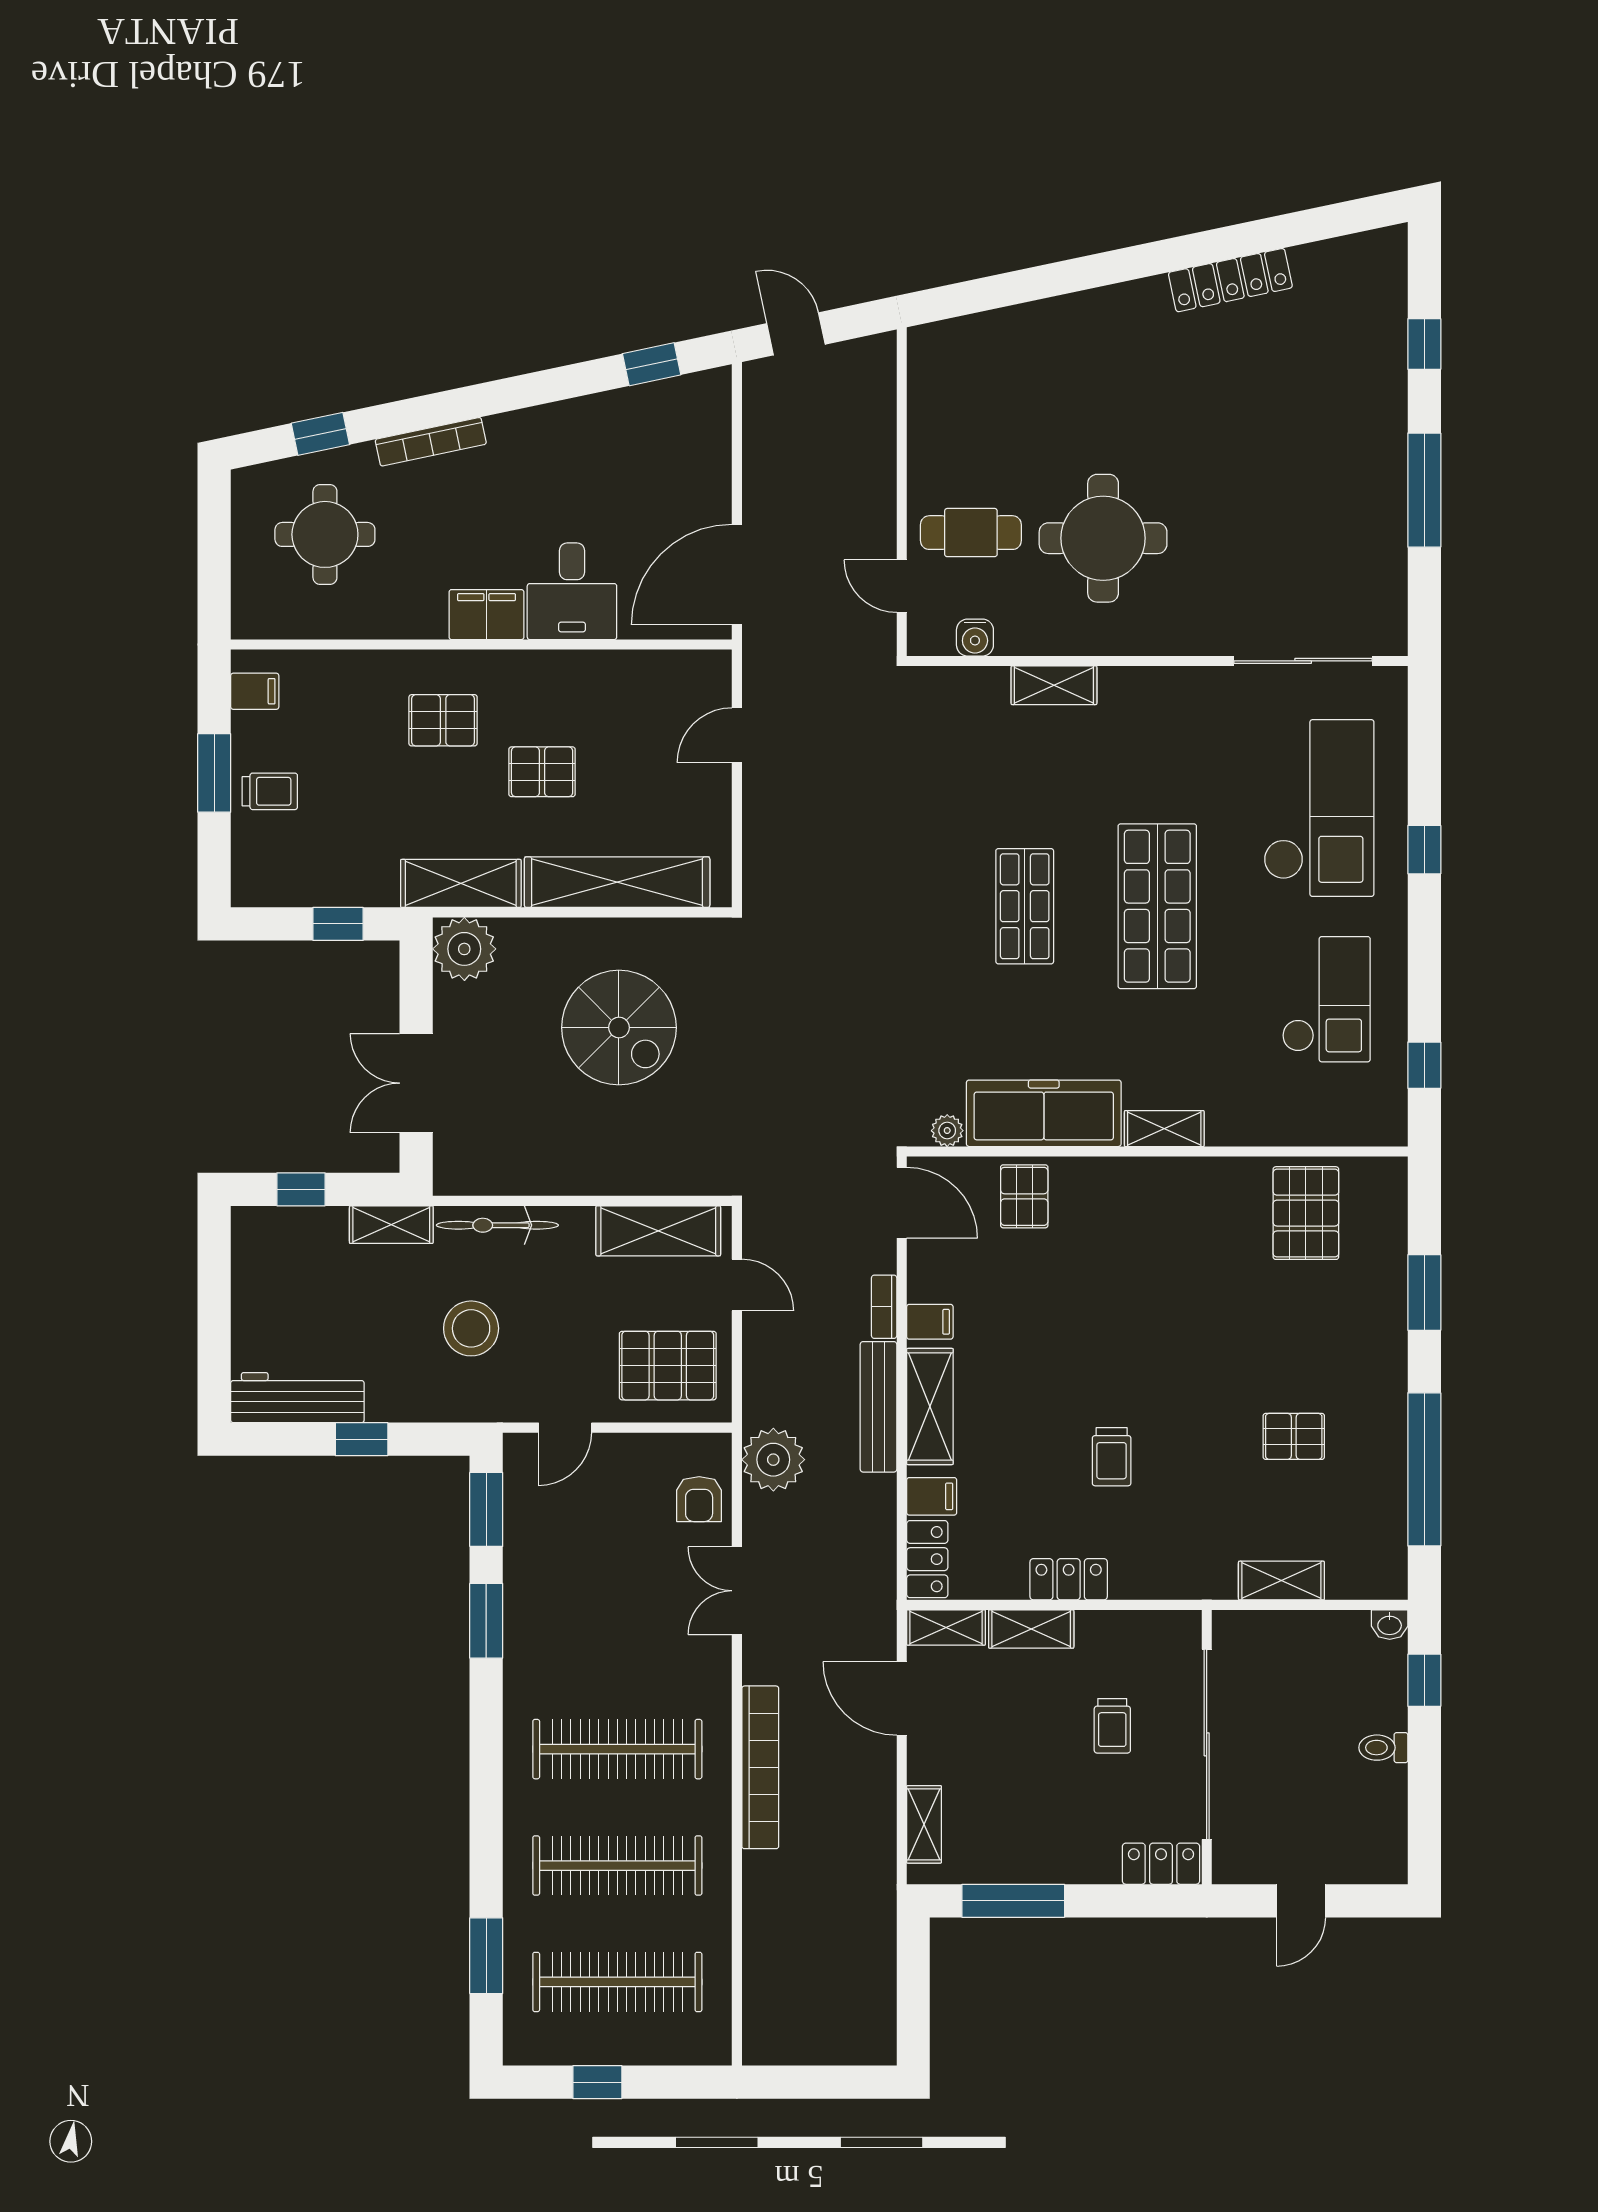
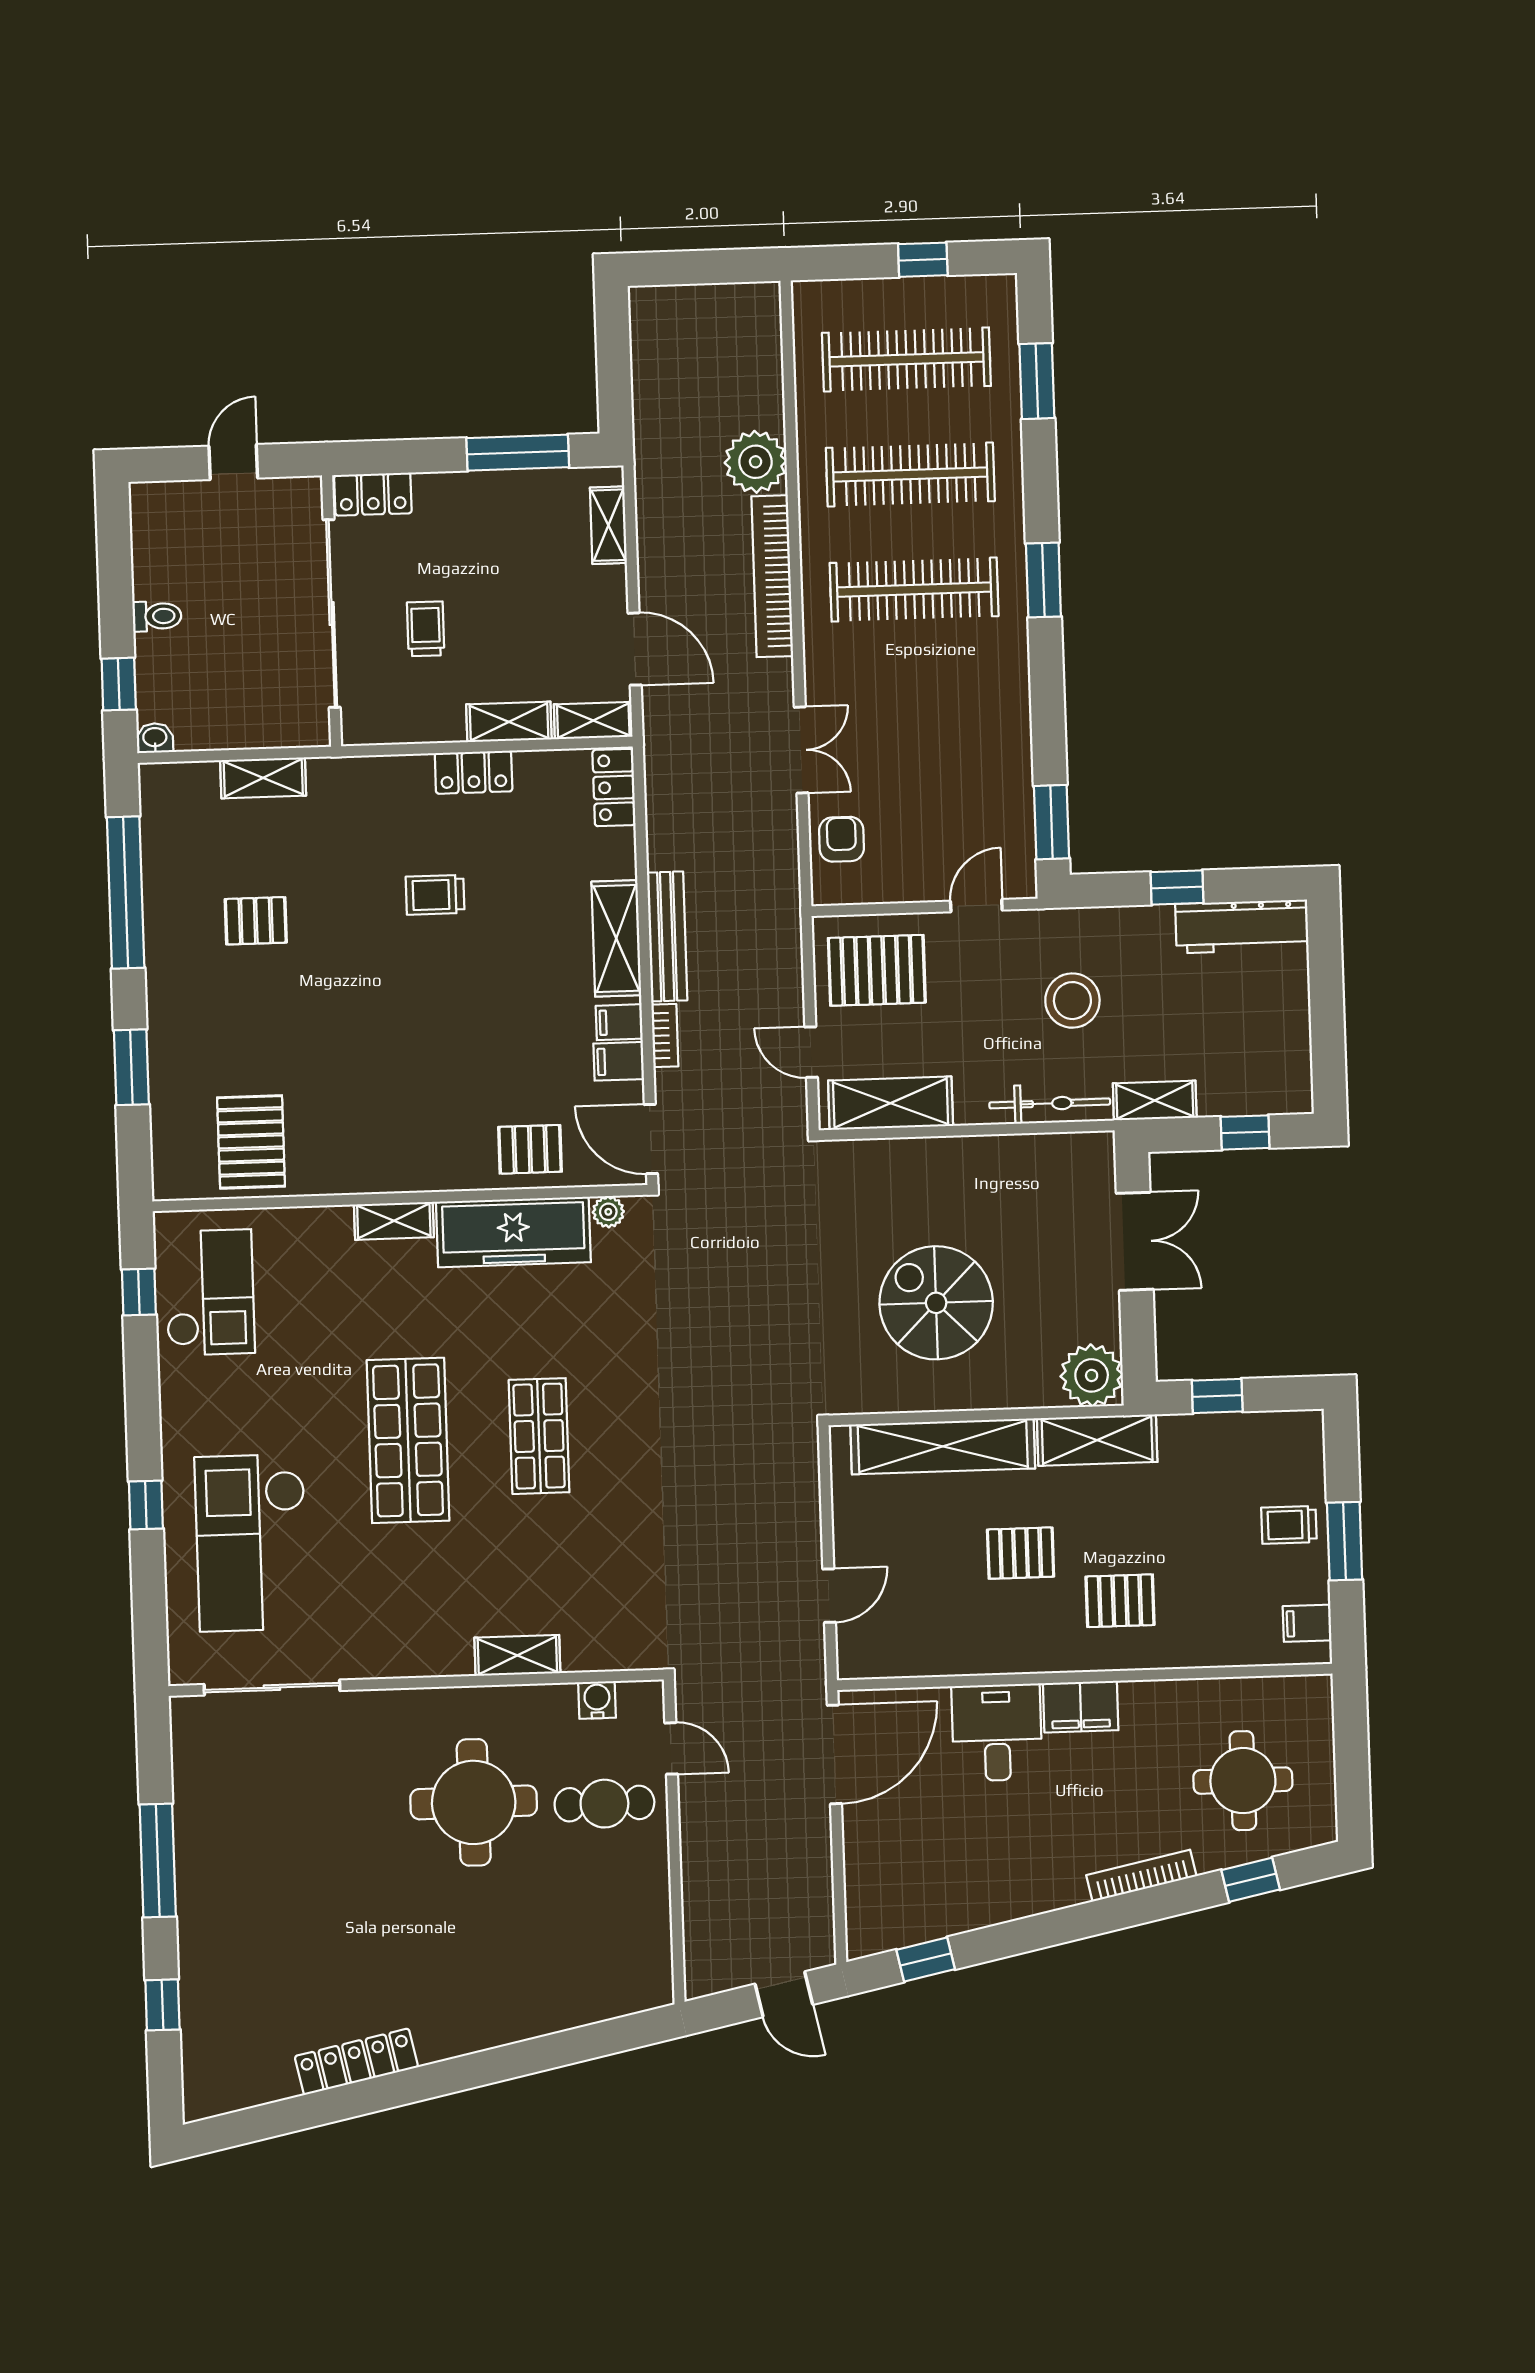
checkout: (1326, 999) -> (210, 1292), moved, turned 180
pallet: (1024, 1196) -> (530, 1149), turned 90
trolley: (1112, 1457) -> (435, 895), turned -90
plant: (773, 1460) -> (756, 462), moved
filing cabinet: (932, 1496) -> (619, 1061), moved
window: (486, 1621) -> (1043, 580), moved

